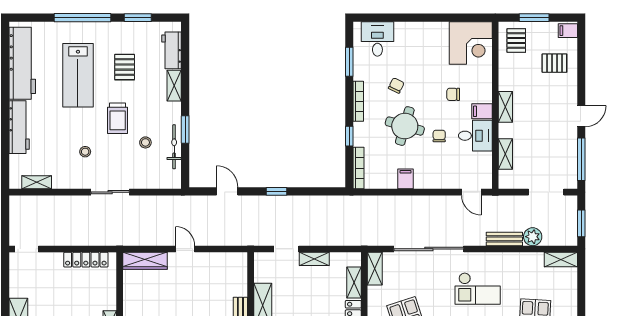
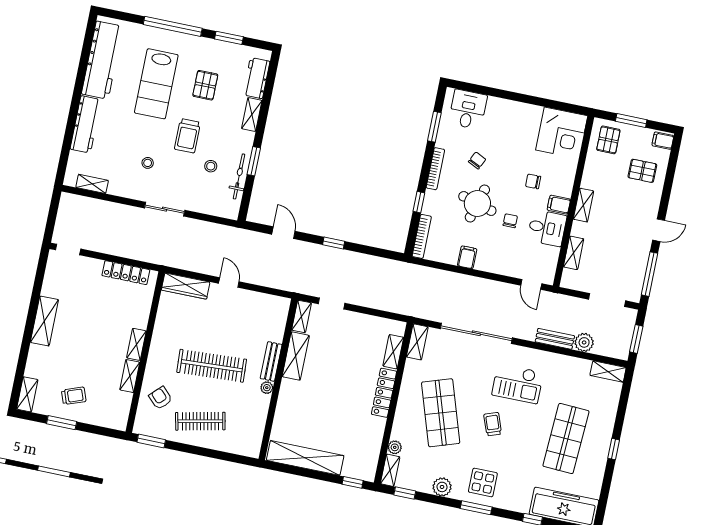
shelving: (314, 259) -> (302, 317), moved, turned 90

